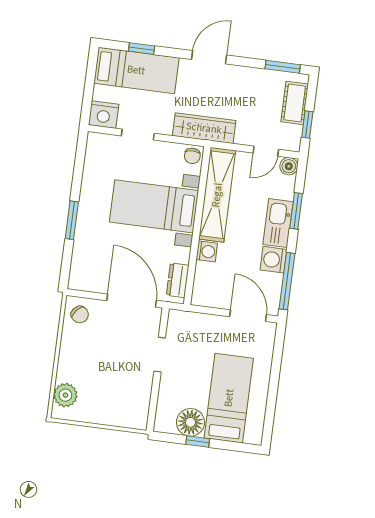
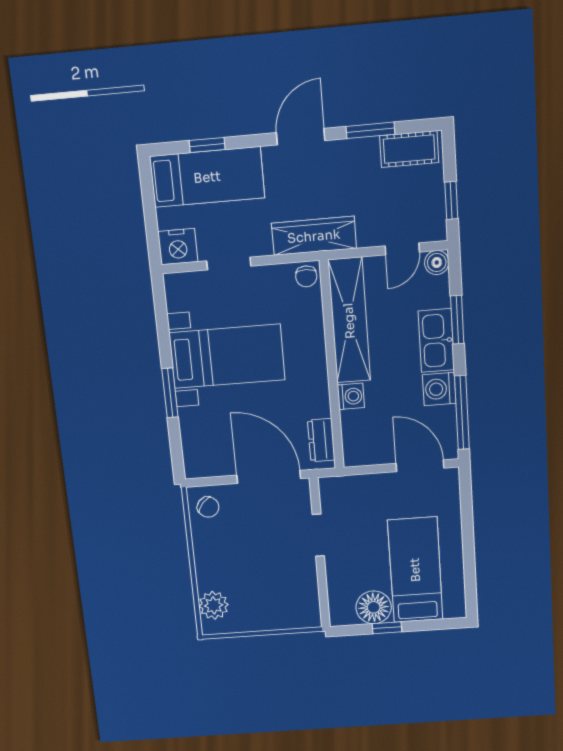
window: (283, 67) -> (370, 130), moved
cot: (295, 103) -> (409, 149), moved, turned 90
bed with nightstands: (154, 206) -> (227, 356), moved, turned 180

